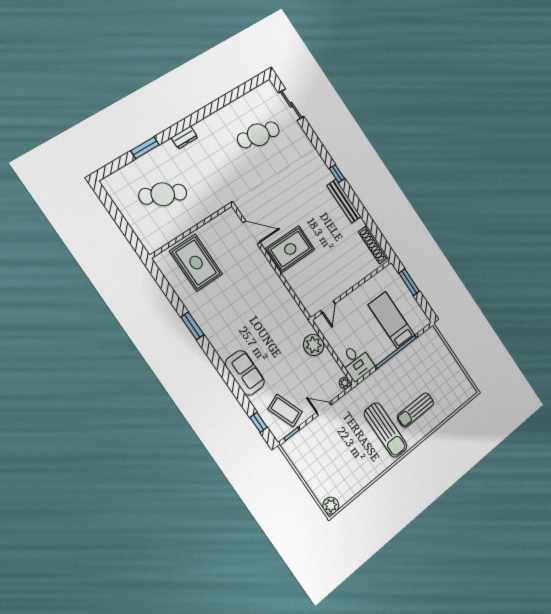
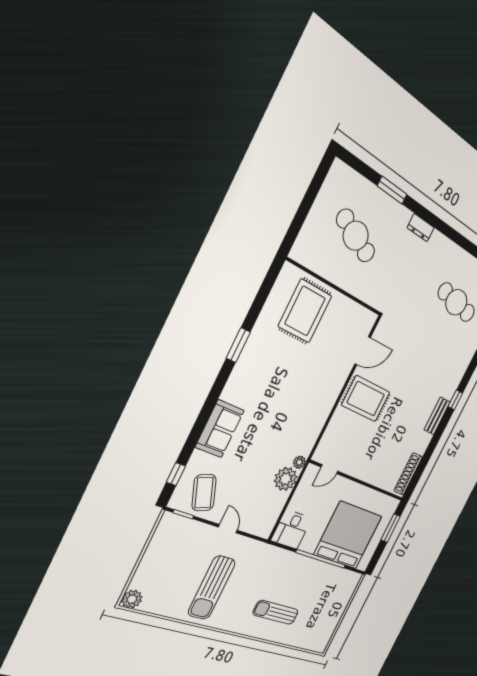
bench: (344, 201) -> (437, 416), width x0.73
door: (251, 233) -> (363, 351), hinge flipped
bed: (392, 320) -> (348, 535), width x2.04
plant: (345, 383) -> (299, 462), moved
sun lounger: (386, 430) -> (212, 588), moved

